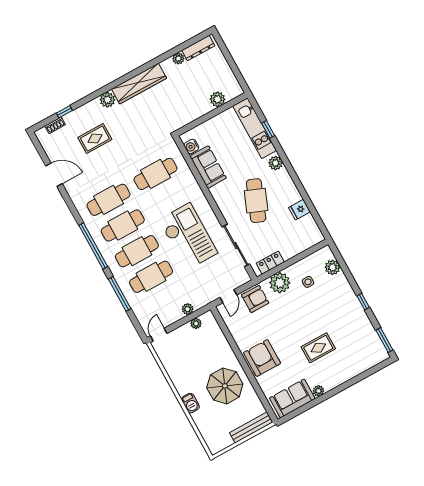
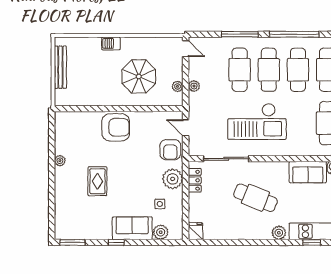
fridge: (299, 210) -> (196, 231), moved
parasol: (225, 386) -> (139, 76), moved
sofa: (292, 398) -> (132, 228), moved, turned -90
bench: (251, 428) -> (60, 67), moved

